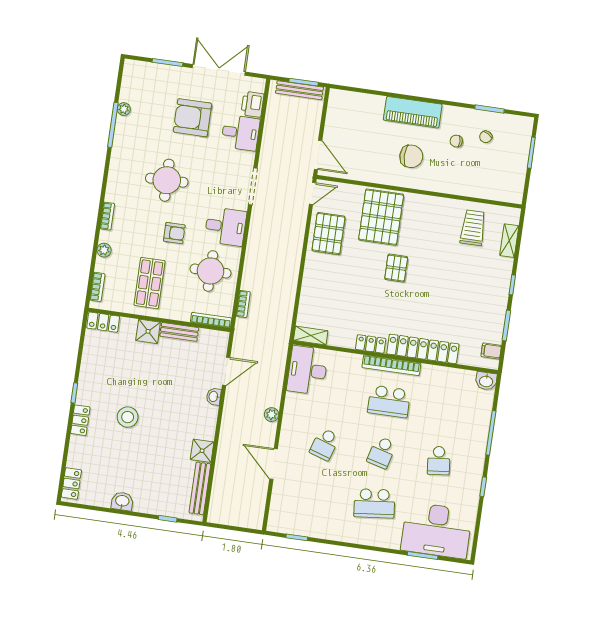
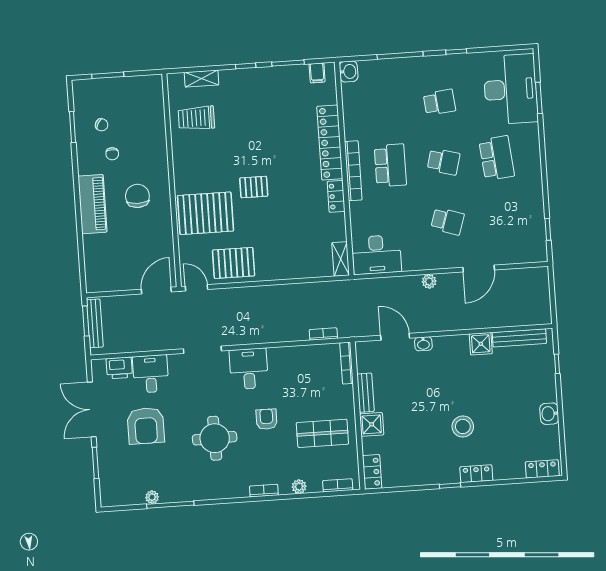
round table: (210, 271) -> (297, 374), removed

